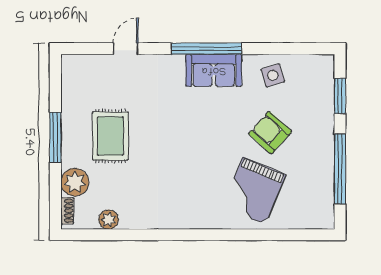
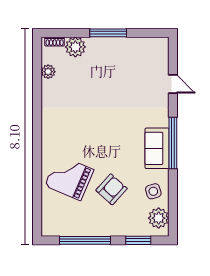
plant: (309, 68) -> (159, 218), added
rug: (110, 136) -> (109, 73), removed

